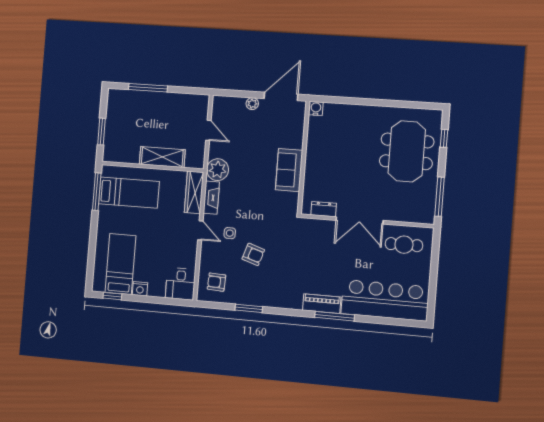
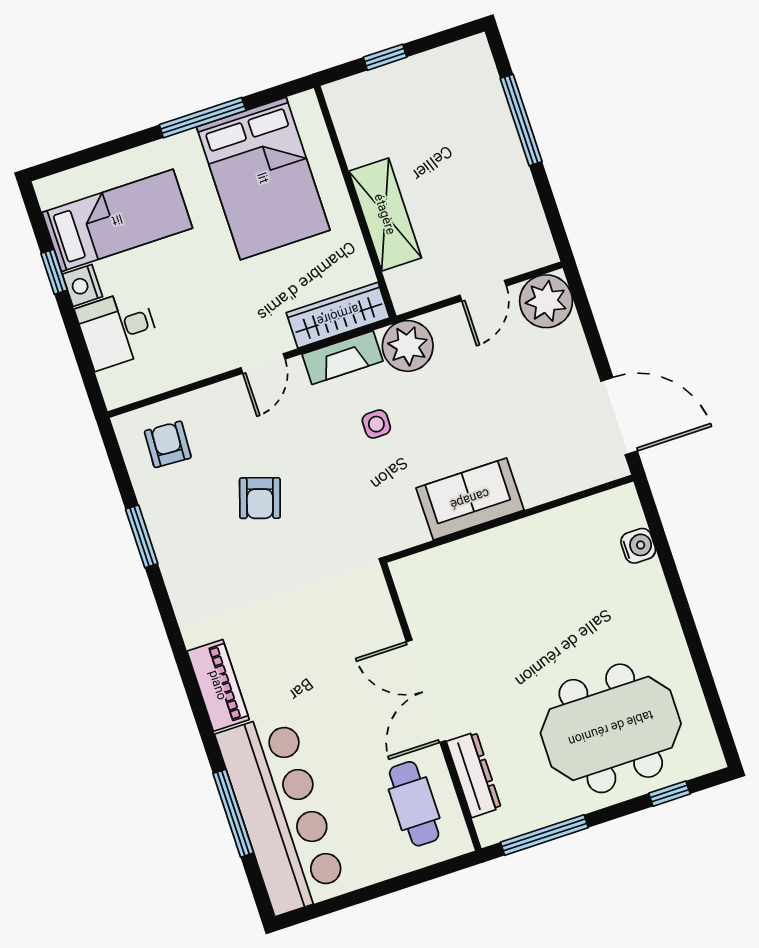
plant: (252, 104) -> (546, 301), moved, width x1.87, depth x1.87
water cooler: (316, 108) -> (638, 546), moved
window: (102, 132) -> (385, 57), width x0.67
window: (97, 192) -> (203, 118), moved
bed: (129, 193) -> (263, 178), width x1.50
dresser: (324, 209) -> (474, 775), moved, width x1.44
side table: (230, 233) -> (376, 424), moved
desk: (181, 284) -> (118, 329), moved
window: (112, 296) -> (54, 272), moved
window: (335, 316) -> (233, 813), moved

